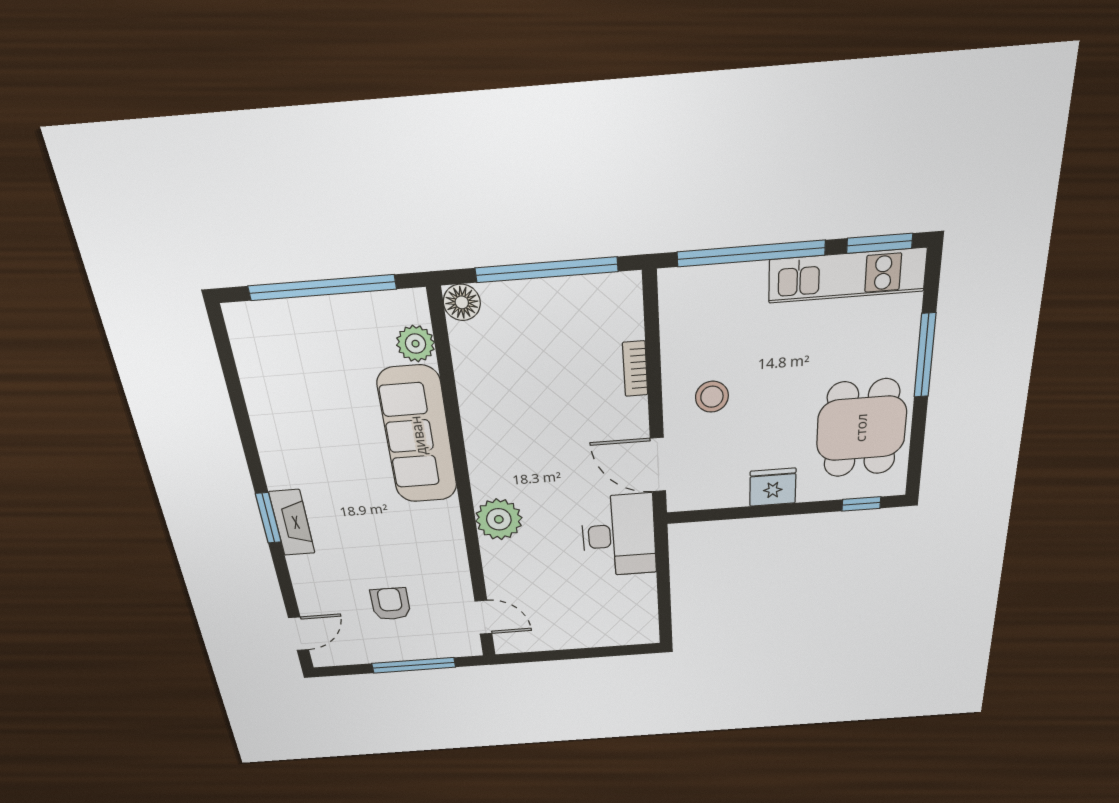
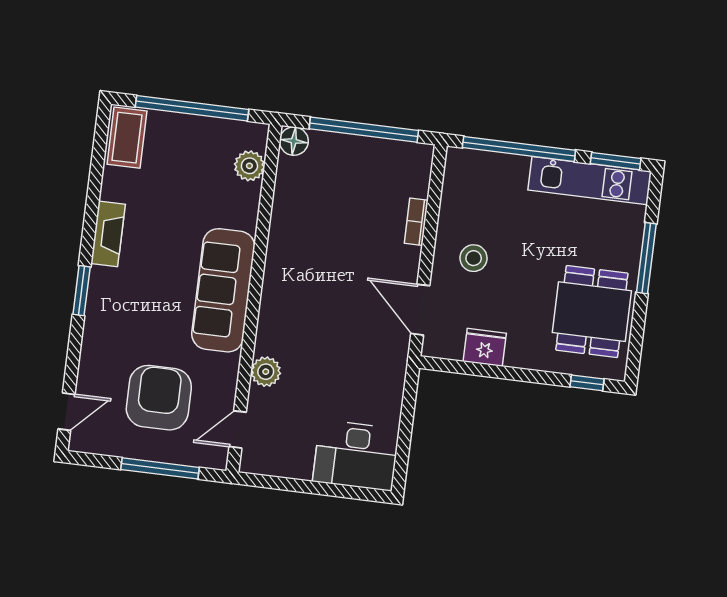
coffee table: (255, 340) -> (127, 138), added
sofa: (418, 435) -> (223, 290), moved
fridge: (773, 487) -> (485, 347), moved
plant: (499, 519) -> (266, 372), moved, width x0.73, depth x0.73
fireplace: (292, 523) -> (108, 234), moved
desk: (619, 536) -> (356, 455), moved, turned 90
armchair: (391, 604) -> (159, 398), width x1.88, depth x1.88
door: (483, 617) -> (238, 429), swing flipped

